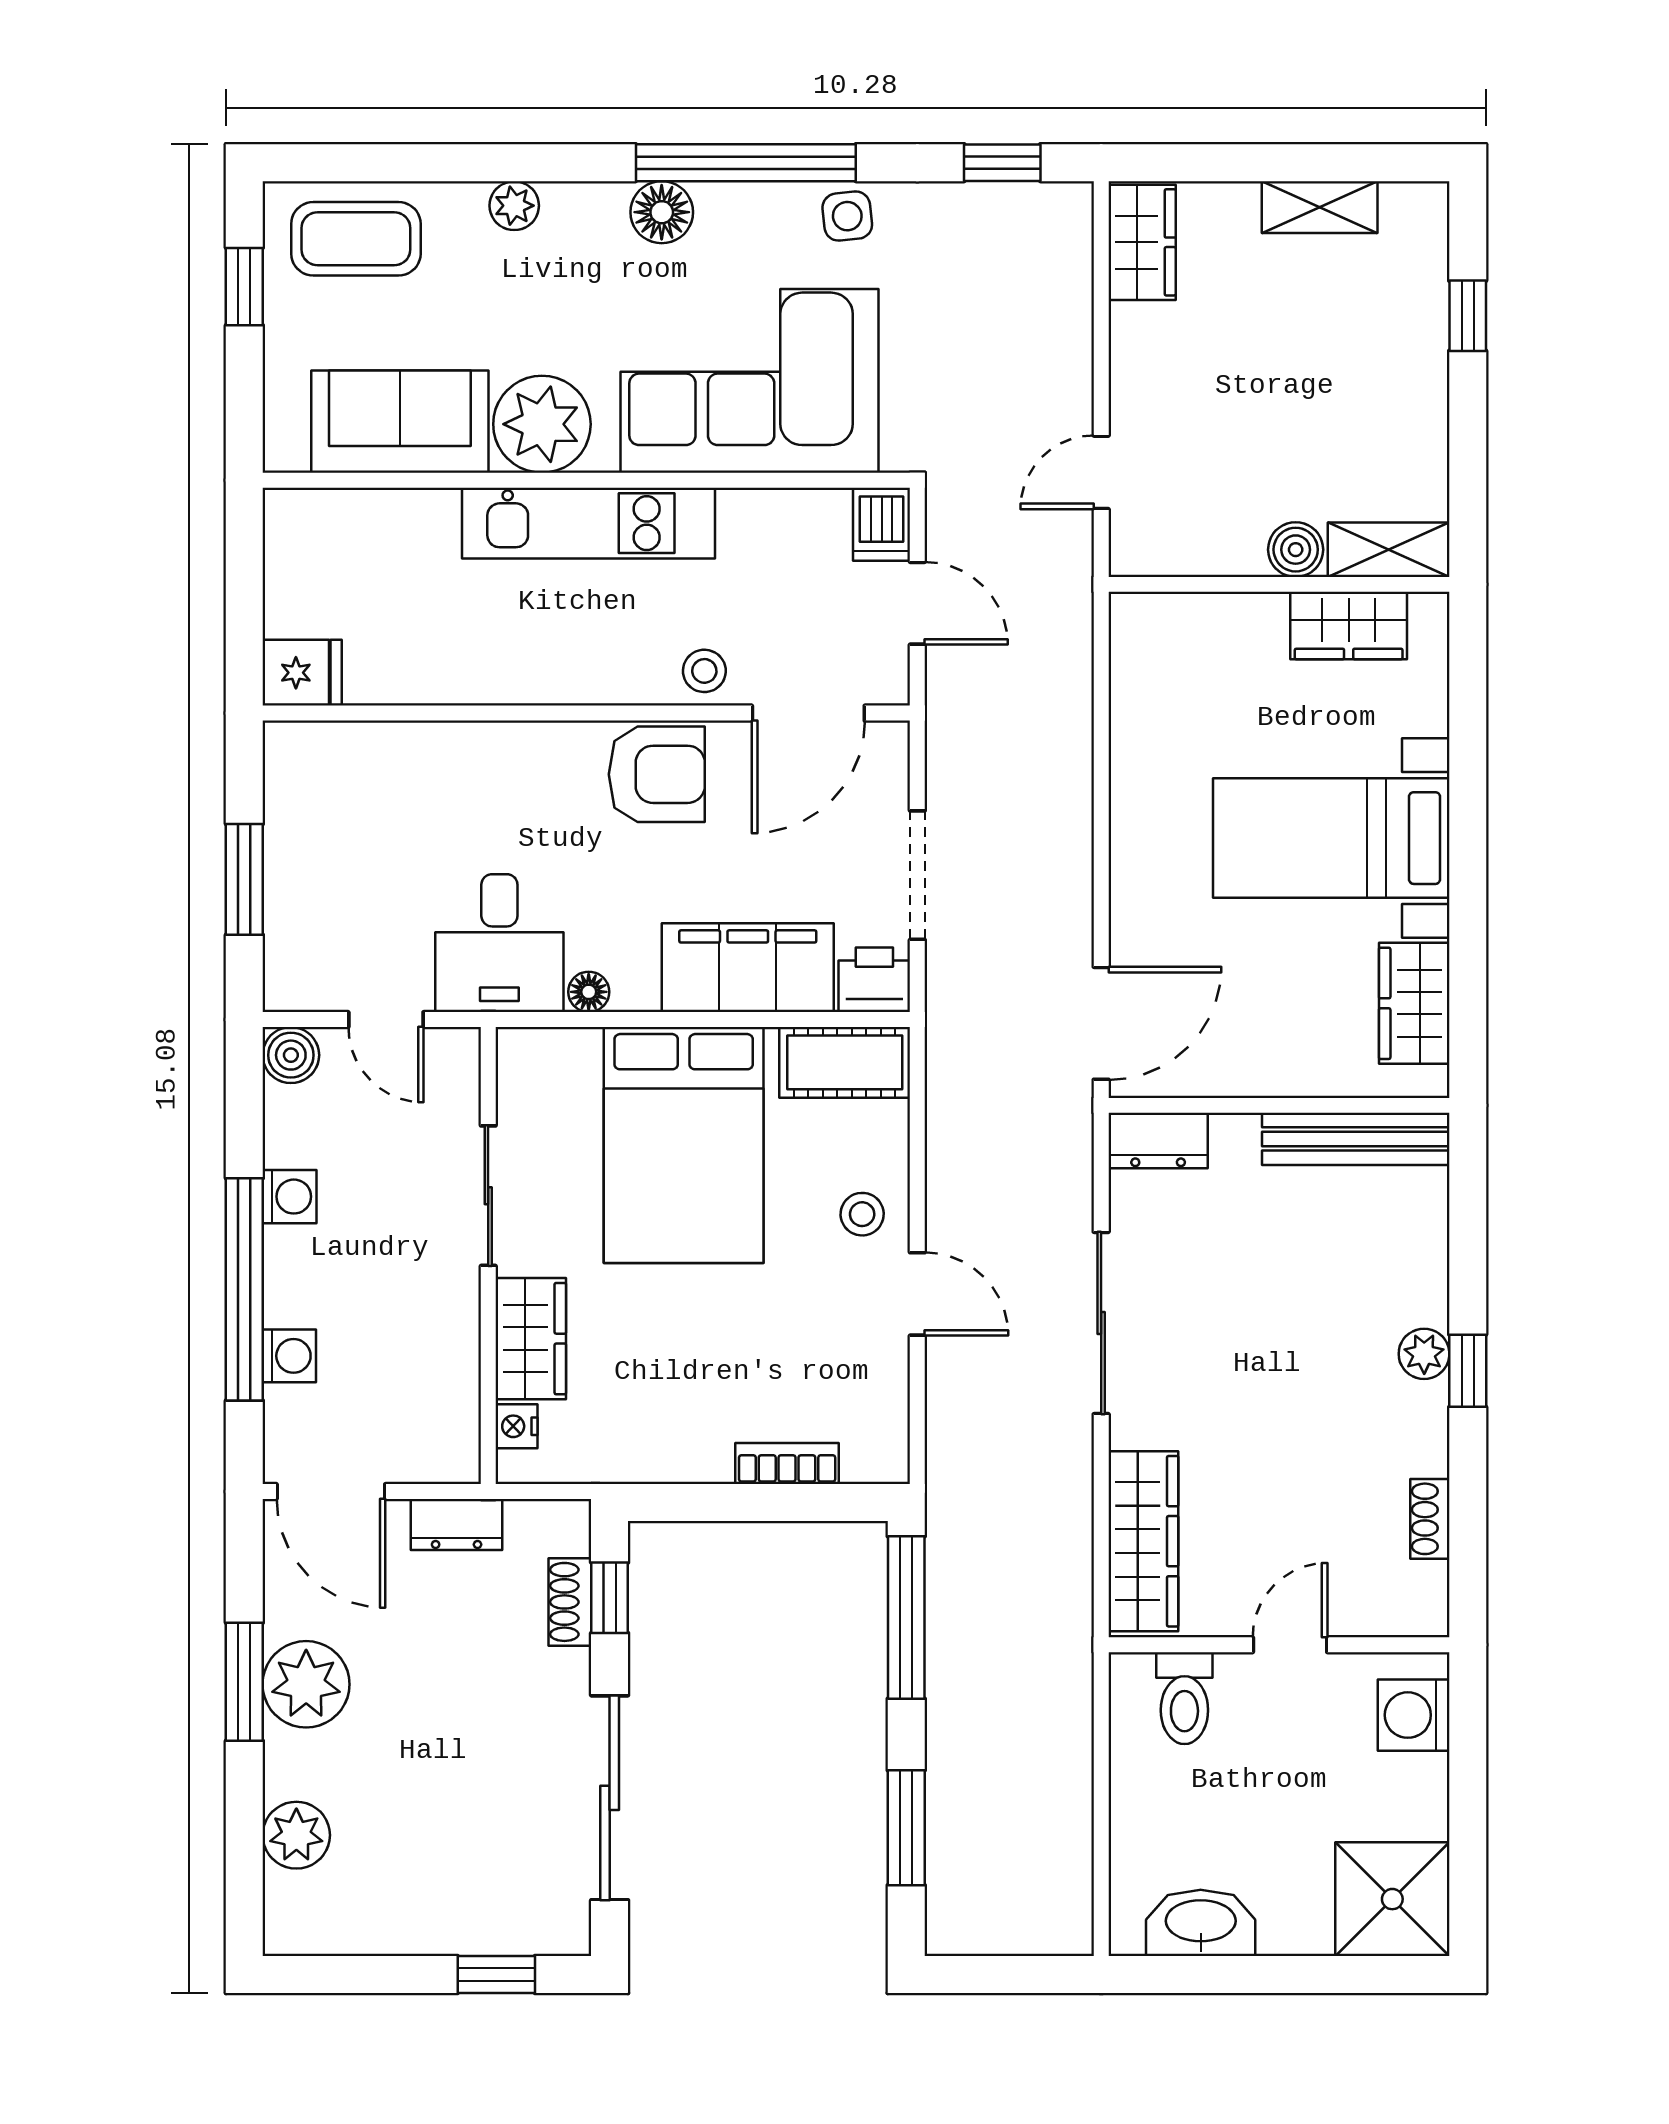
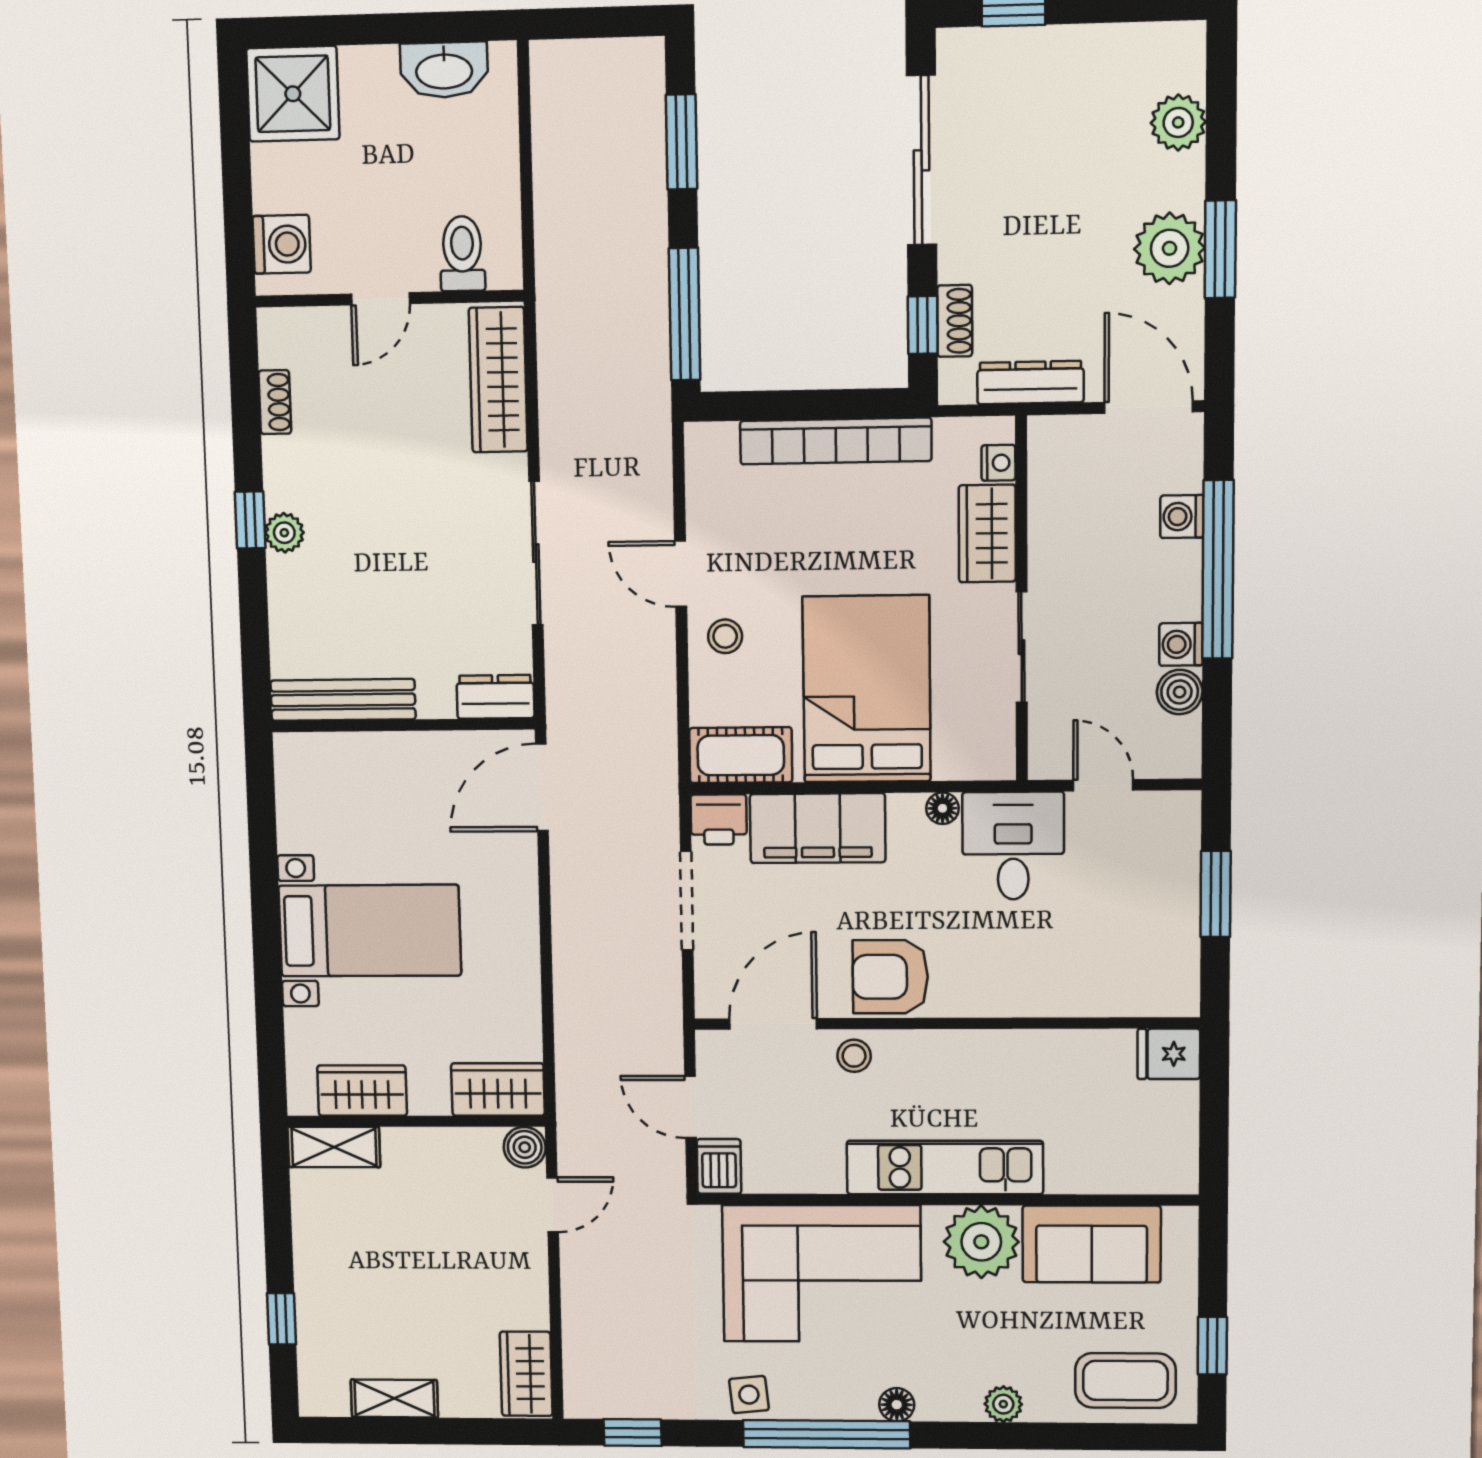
floor lamp: (662, 212) -> (897, 1405), width x0.73, depth x0.73
boiler: (1296, 550) -> (525, 1147), moved
wardrobe: (1414, 1003) -> (498, 1089), moved, turned -90
boiler: (291, 1055) -> (1180, 692), moved
bookcase: (787, 1463) -> (836, 441), width x2.31, depth x1.31
dresser: (457, 1525) -> (1030, 383), width x1.44

